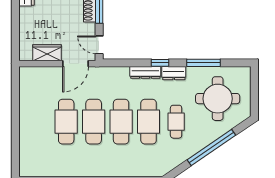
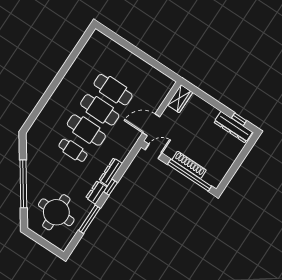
wardrobe: (47, 53) -> (180, 99), moved
door: (76, 64) -> (151, 125), hinge flipped
cafe table: (149, 122) -> (73, 150), width x0.73, depth x0.74
cafe table: (176, 122) -> (60, 170), removed

